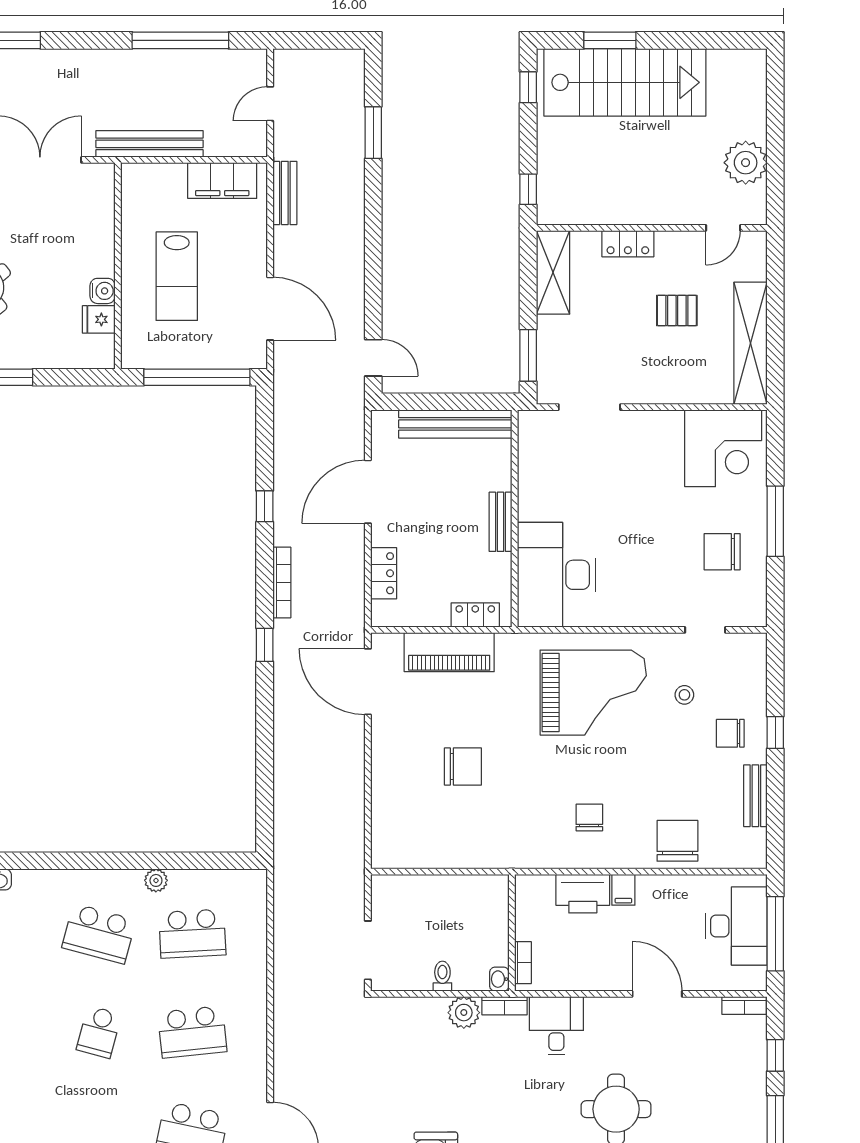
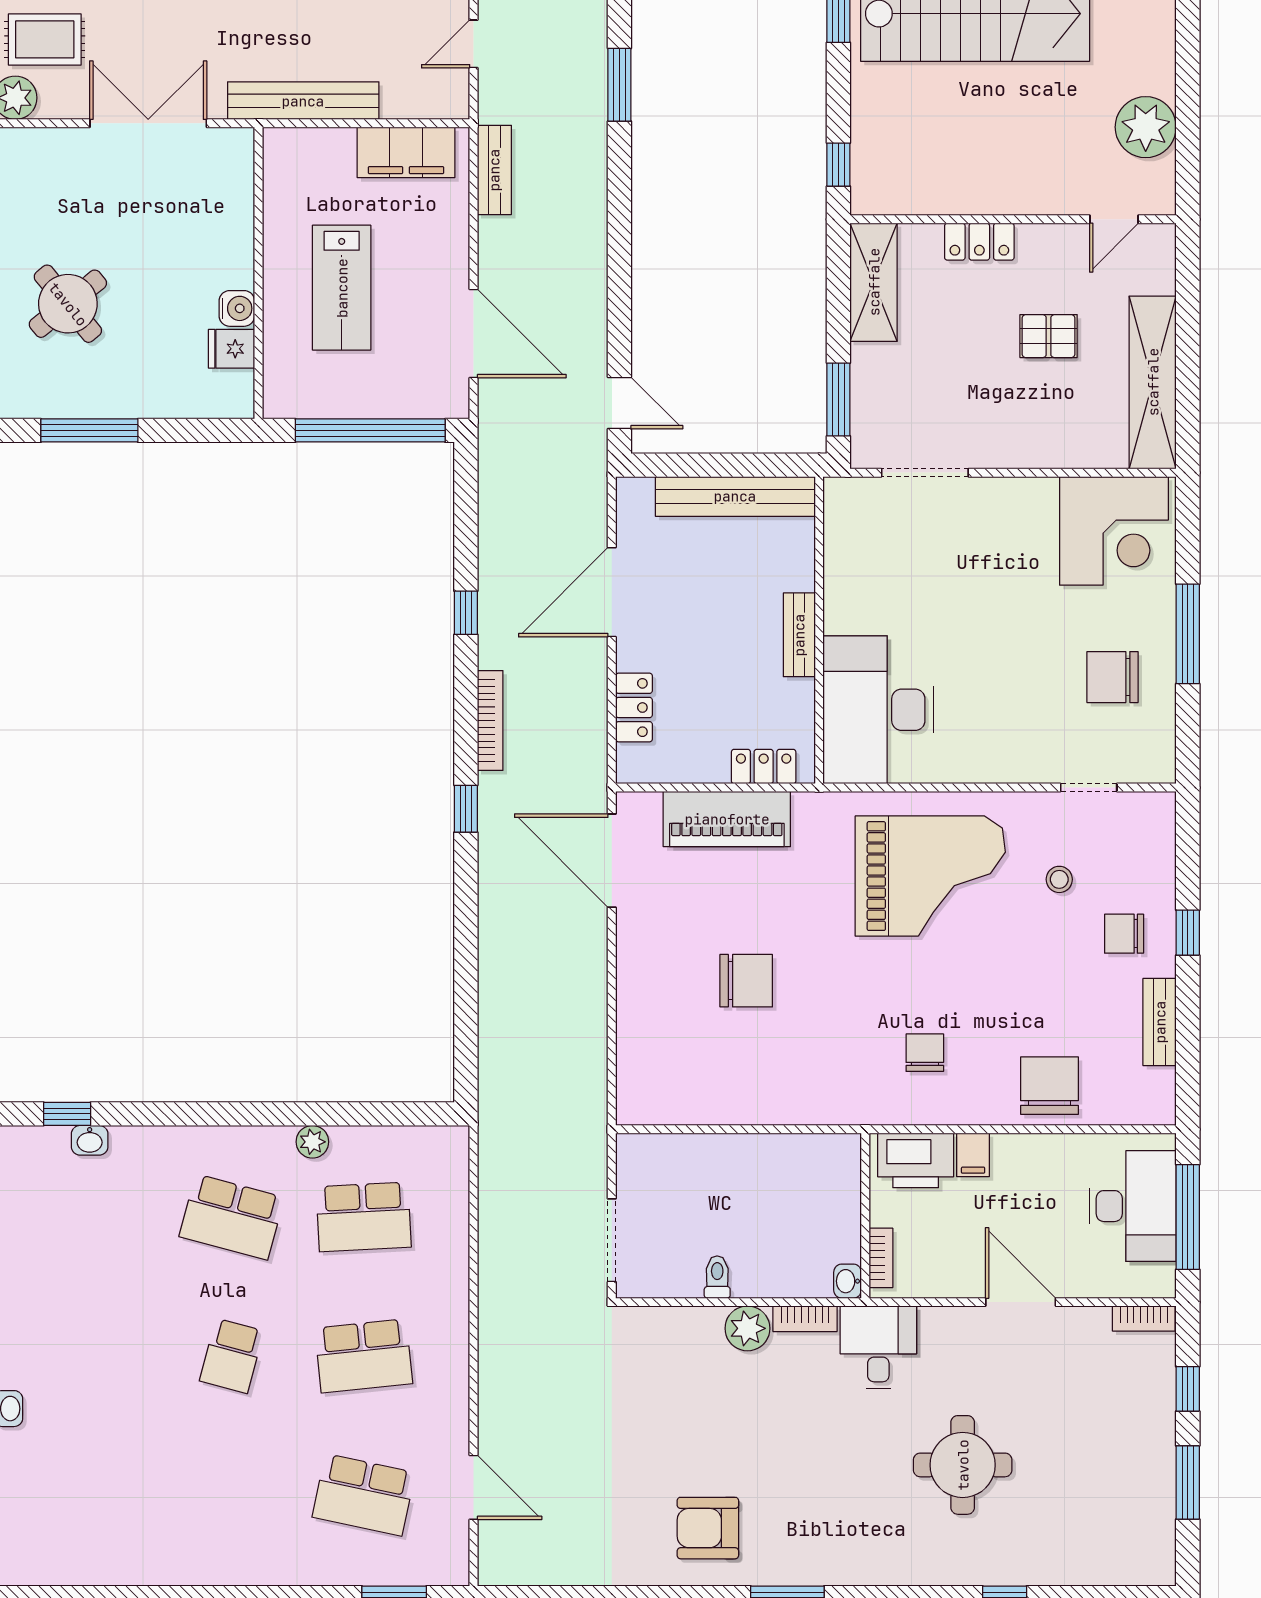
wall: (512, 933) -> (865, 1216), moved
bookcase: (523, 963) -> (881, 1258), moved
washbasin: (499, 979) -> (848, 1281), moved

